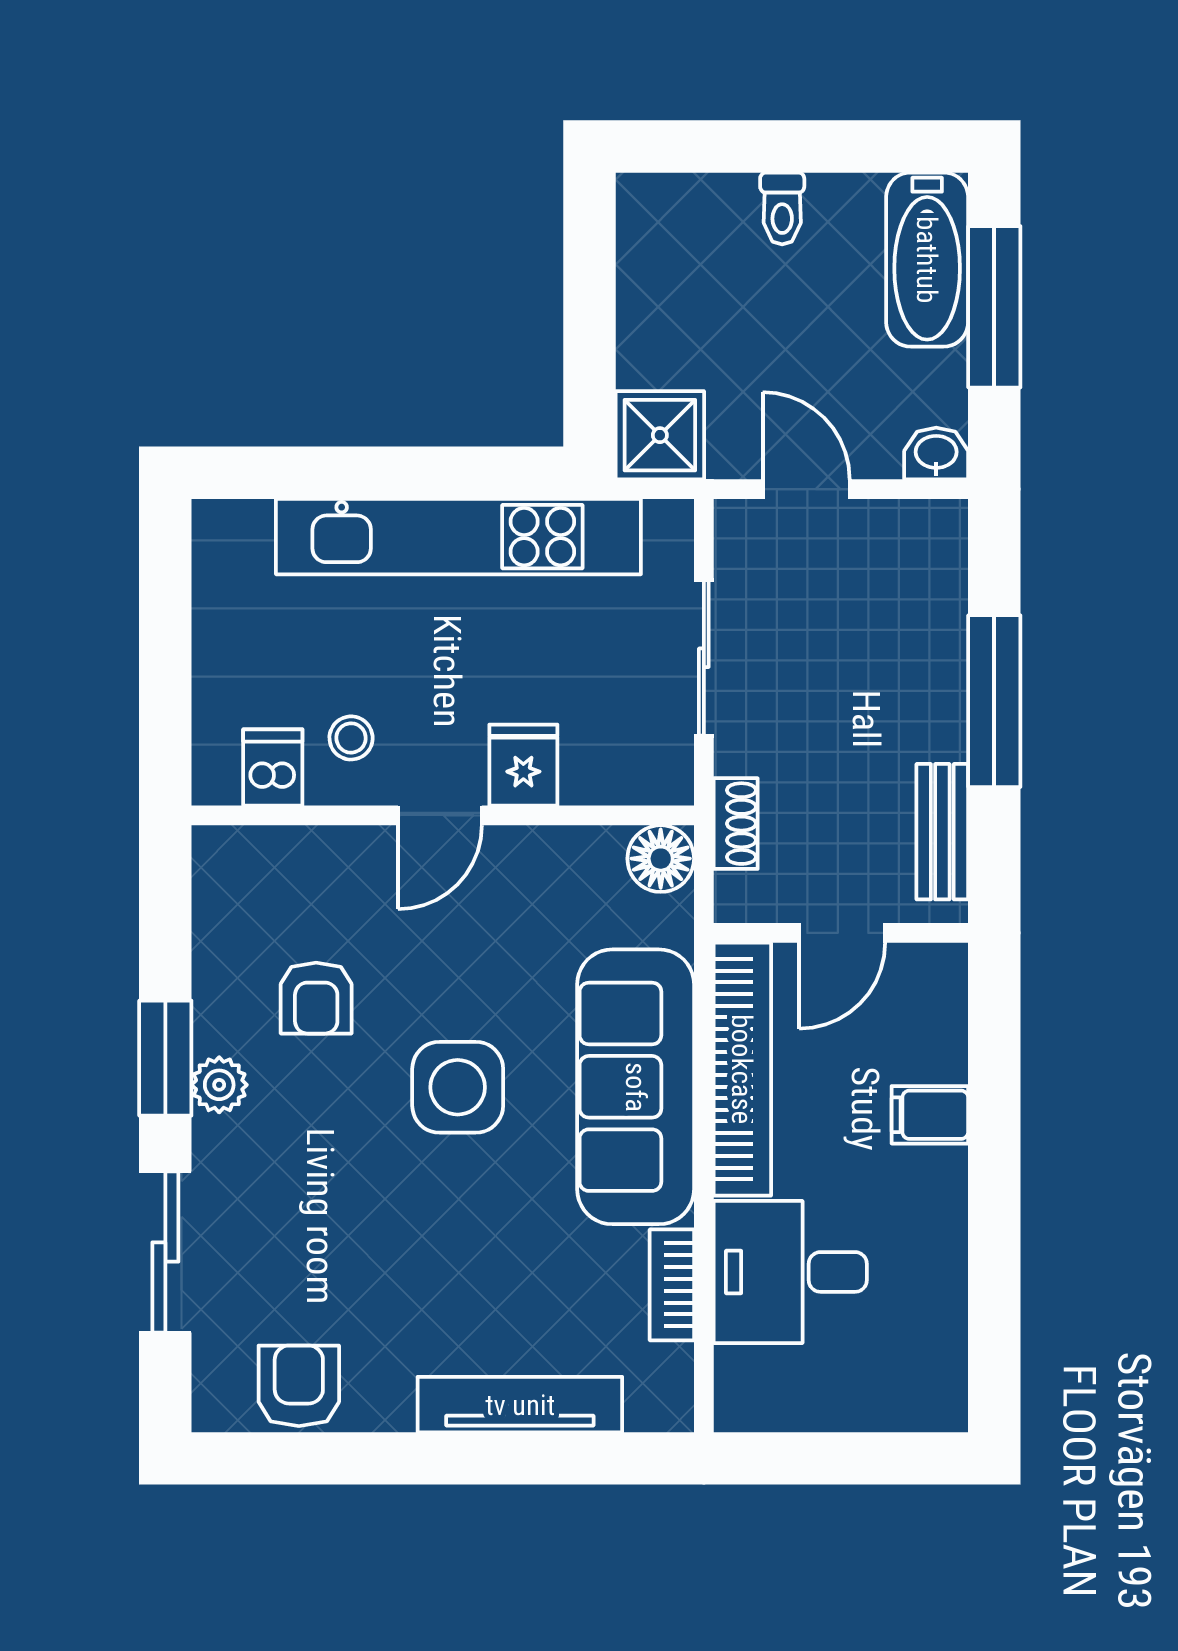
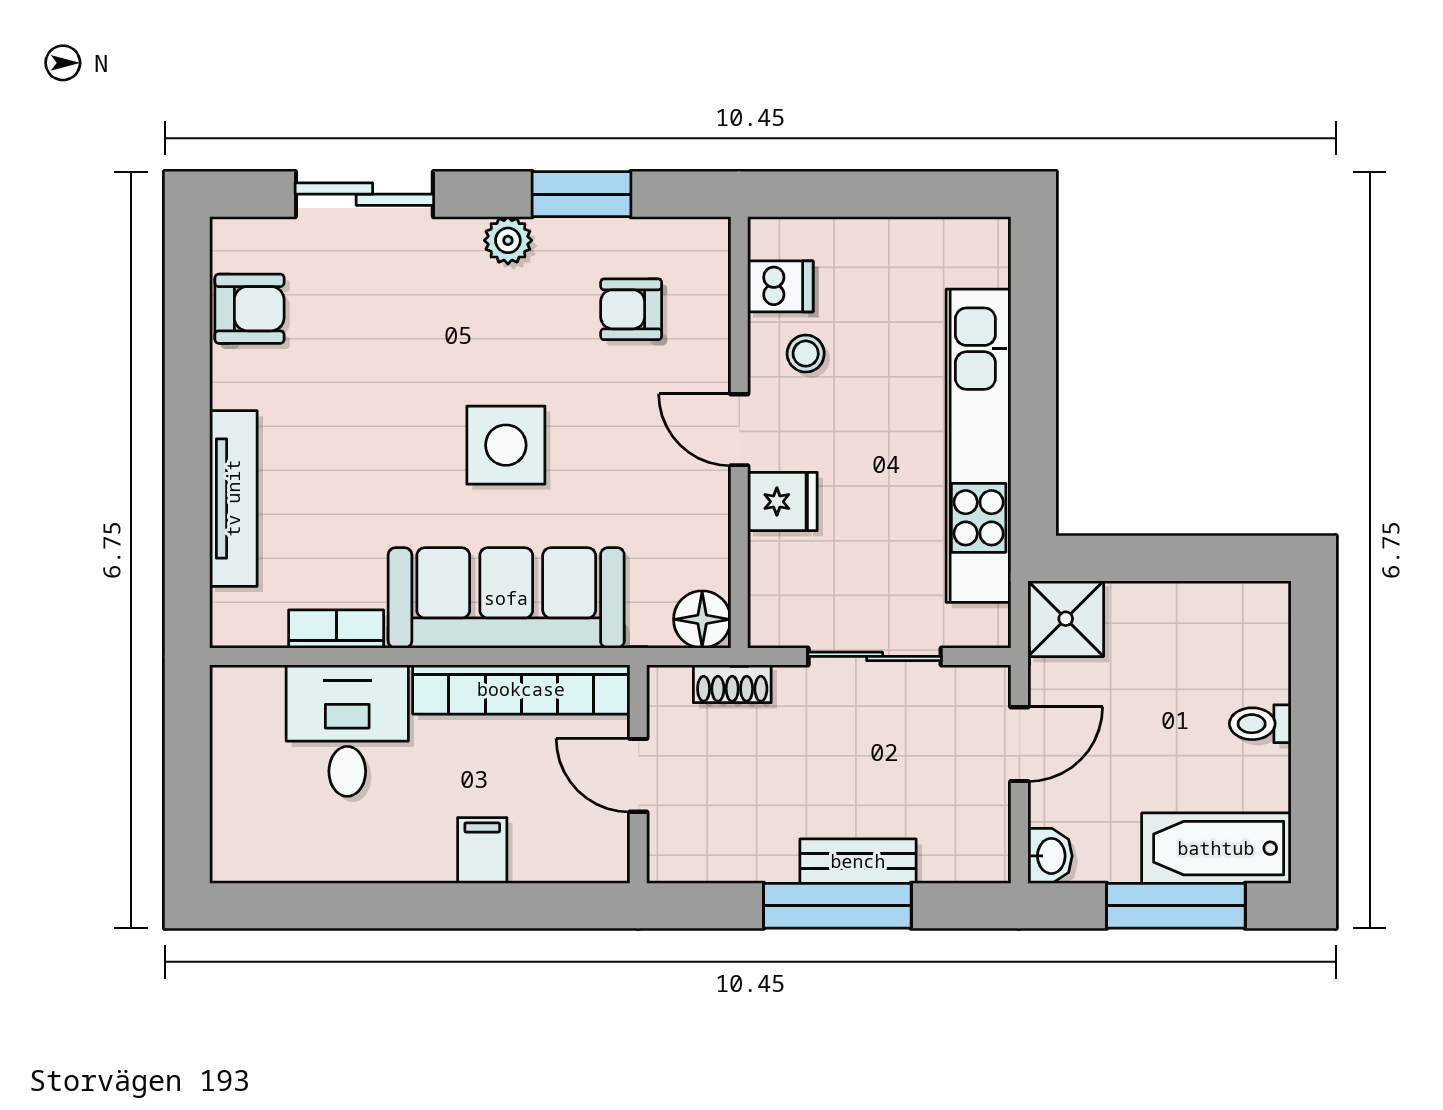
bench: (942, 832) -> (858, 861), moved
armchair: (316, 998) -> (631, 309), moved
window: (165, 1058) -> (581, 194), moved

